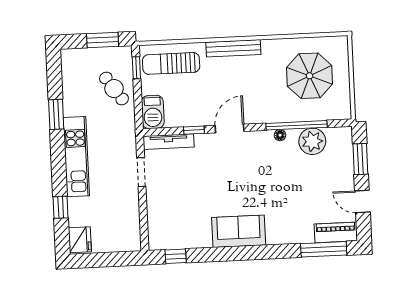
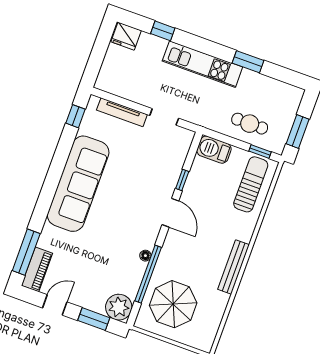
bench: (233, 48) -> (234, 267), moved
parasol: (309, 76) -> (173, 304), moved
cafe table: (114, 89) -> (250, 124), turned 35
plant: (312, 141) -> (119, 307), moved
tv unit: (169, 142) -> (122, 112), moved, turned -90
sofa: (239, 231) -> (78, 184), width x1.85, depth x1.27

